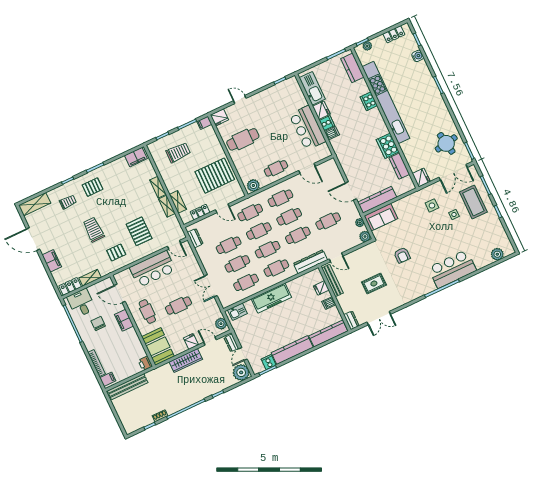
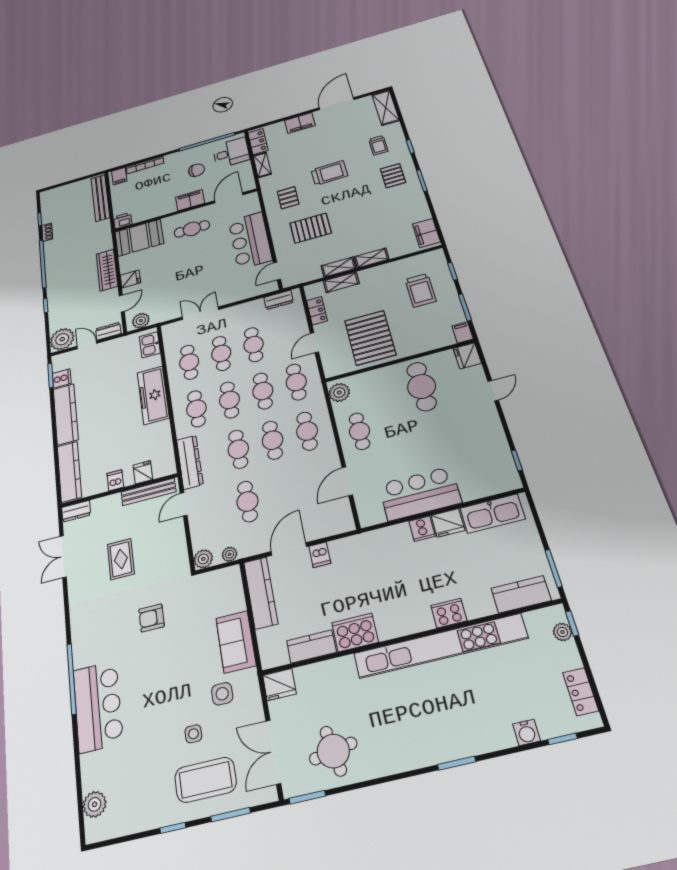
dishwasher: (332, 133) -> (320, 555), moved
sofa: (381, 217) -> (236, 642), moved
cafe table: (178, 306) -> (186, 268), removed

